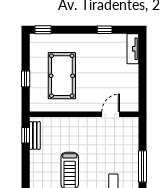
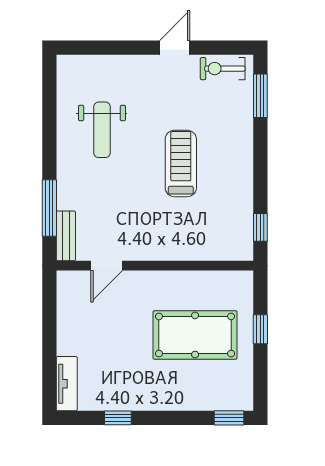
pool table: (62, 76) -> (195, 335), turned 90
bench: (35, 135) -> (66, 236), moved
window: (143, 166) -> (49, 208), moved

